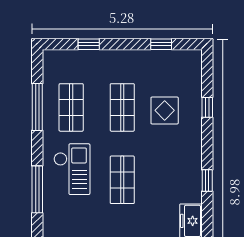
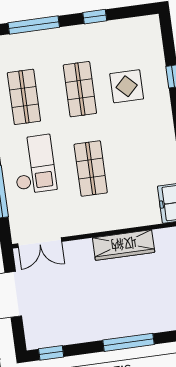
window: (89, 44) -> (34, 25), width x2.17
window: (161, 44) -> (95, 17), moved

